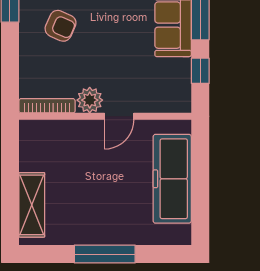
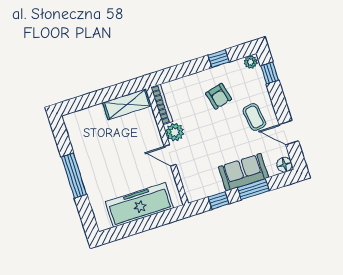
armchair: (61, 26) -> (219, 96), turned -38
shelving: (32, 205) -> (127, 104), moved

